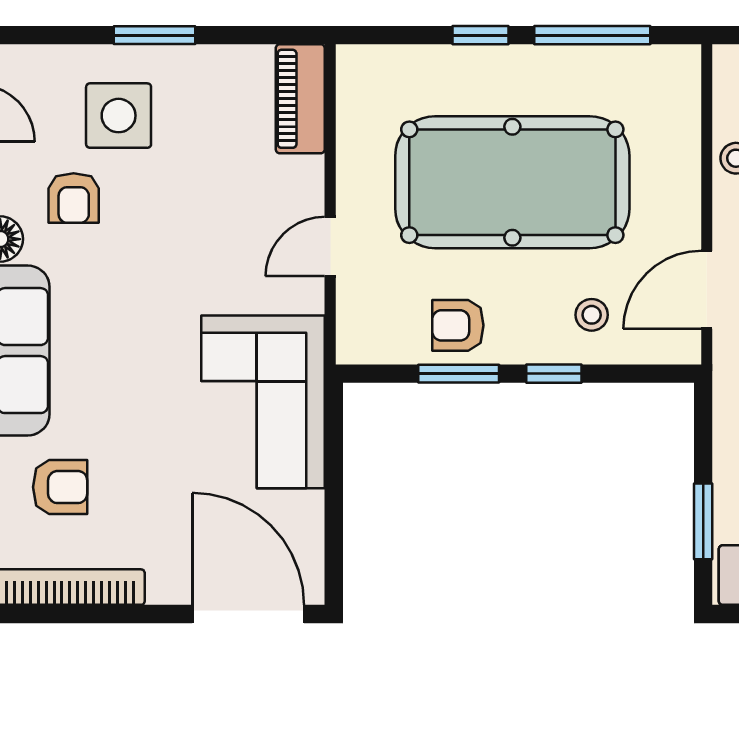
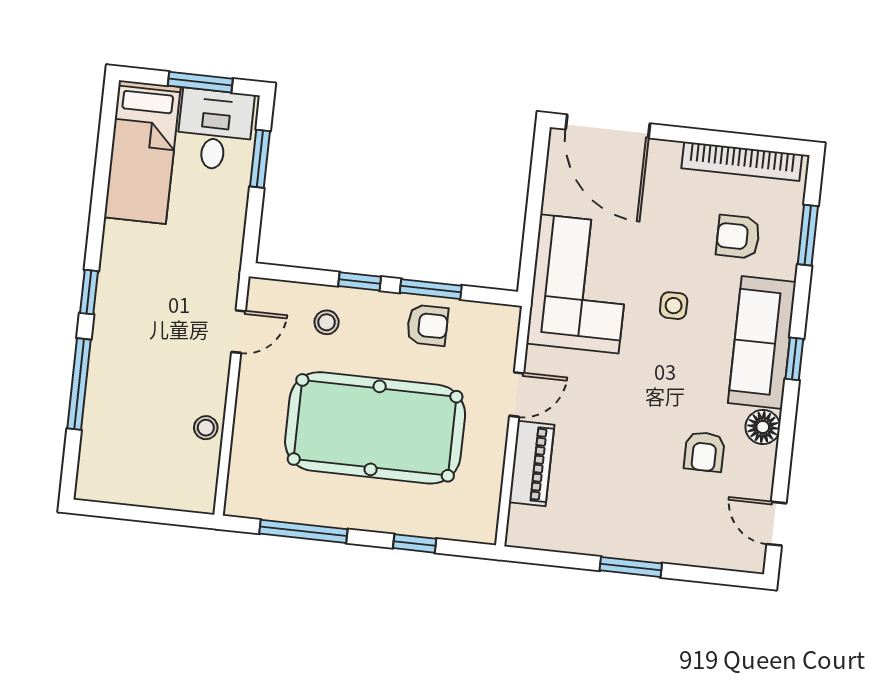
window: (481, 35) -> (415, 543), moved
piano: (300, 99) -> (532, 463), moved
side table: (119, 116) -> (674, 306), moved, width x0.54, depth x0.54
armchair: (74, 198) -> (704, 452), turned 180
door: (707, 290) -> (238, 332), width x0.73

